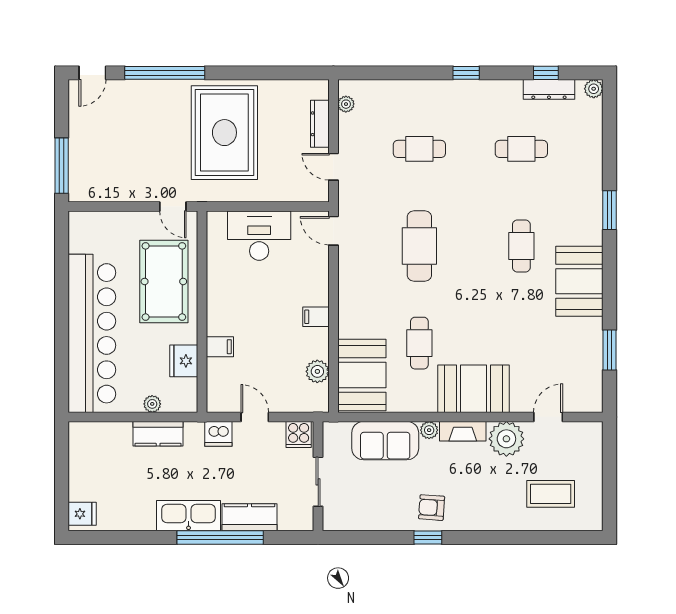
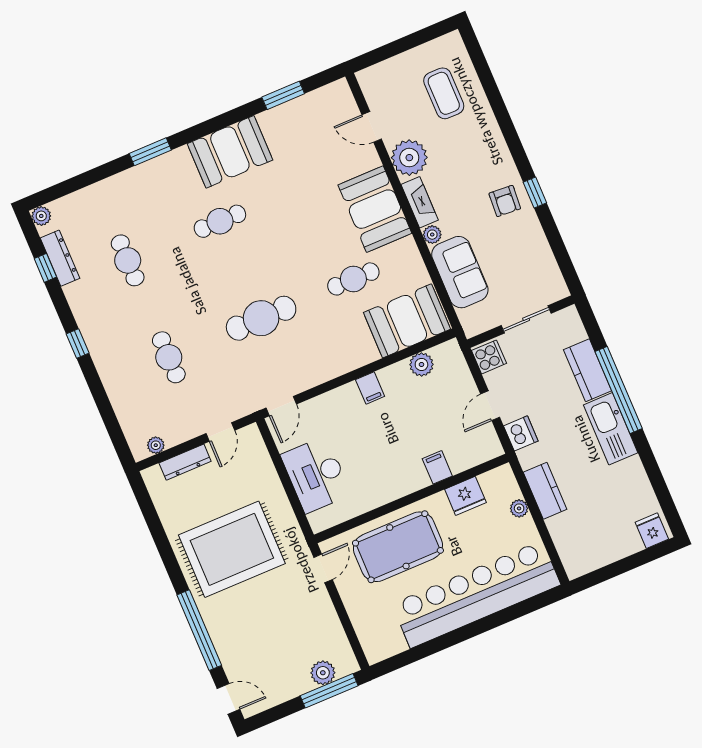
plant: (80, 167) -> (323, 673), added

